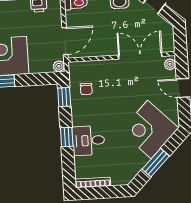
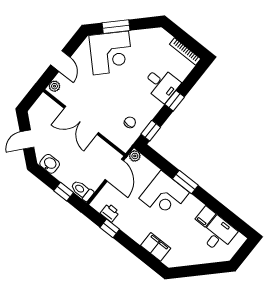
door: (65, 41) -> (114, 170), swing flipped
double door: (140, 56) -> (81, 120), moved
window: (156, 163) -> (116, 27), moved

